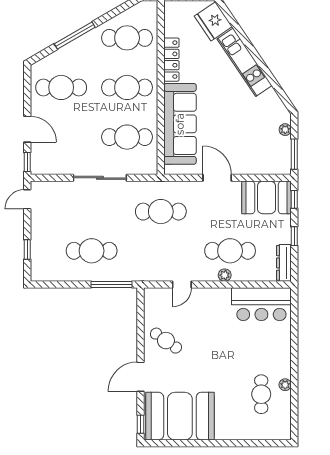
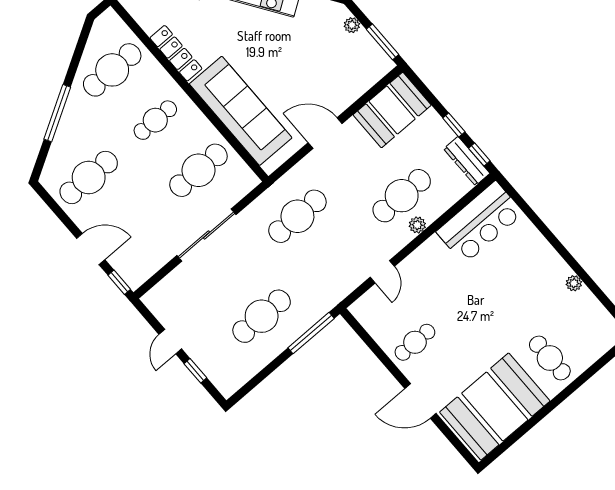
cafe table: (127, 87) -> (155, 120), width x0.73, depth x0.74
door: (27, 199) -> (170, 342), moved
window: (294, 199) -> (479, 155), moved
cafe table: (166, 341) -> (415, 342), turned -35
door: (140, 377) -> (420, 401), hinge flipped
cafe table: (261, 394) -> (550, 358), moved
window: (140, 424) -> (462, 449), removed

